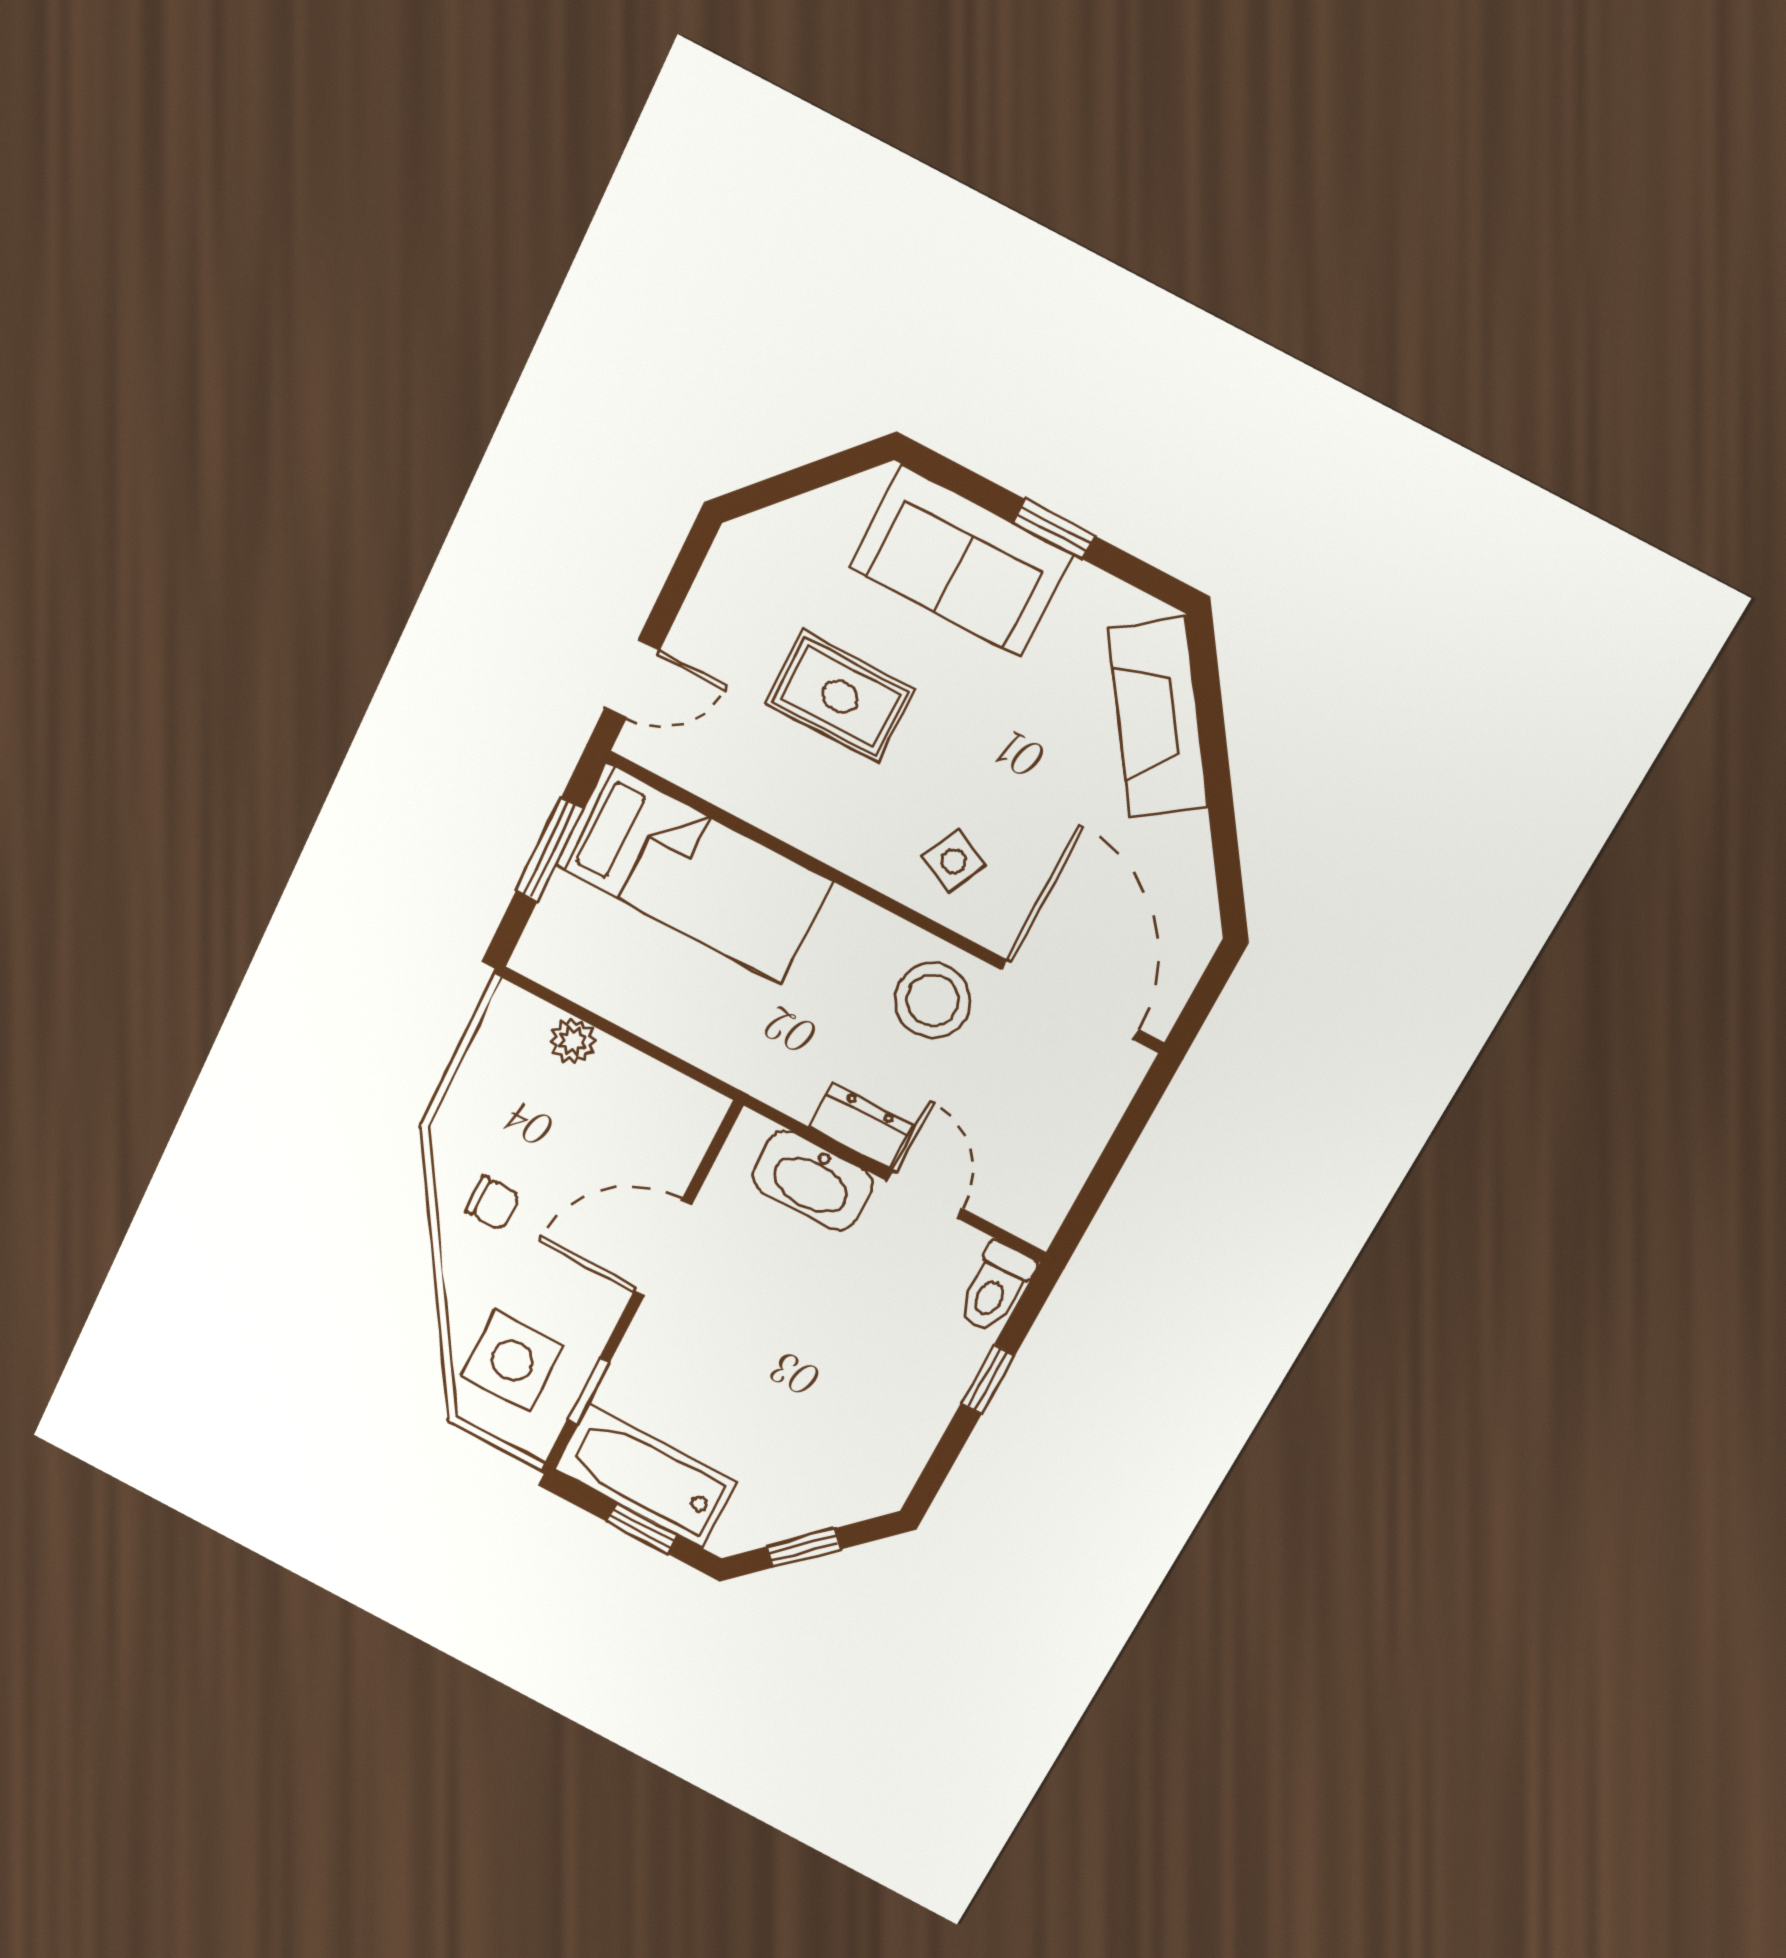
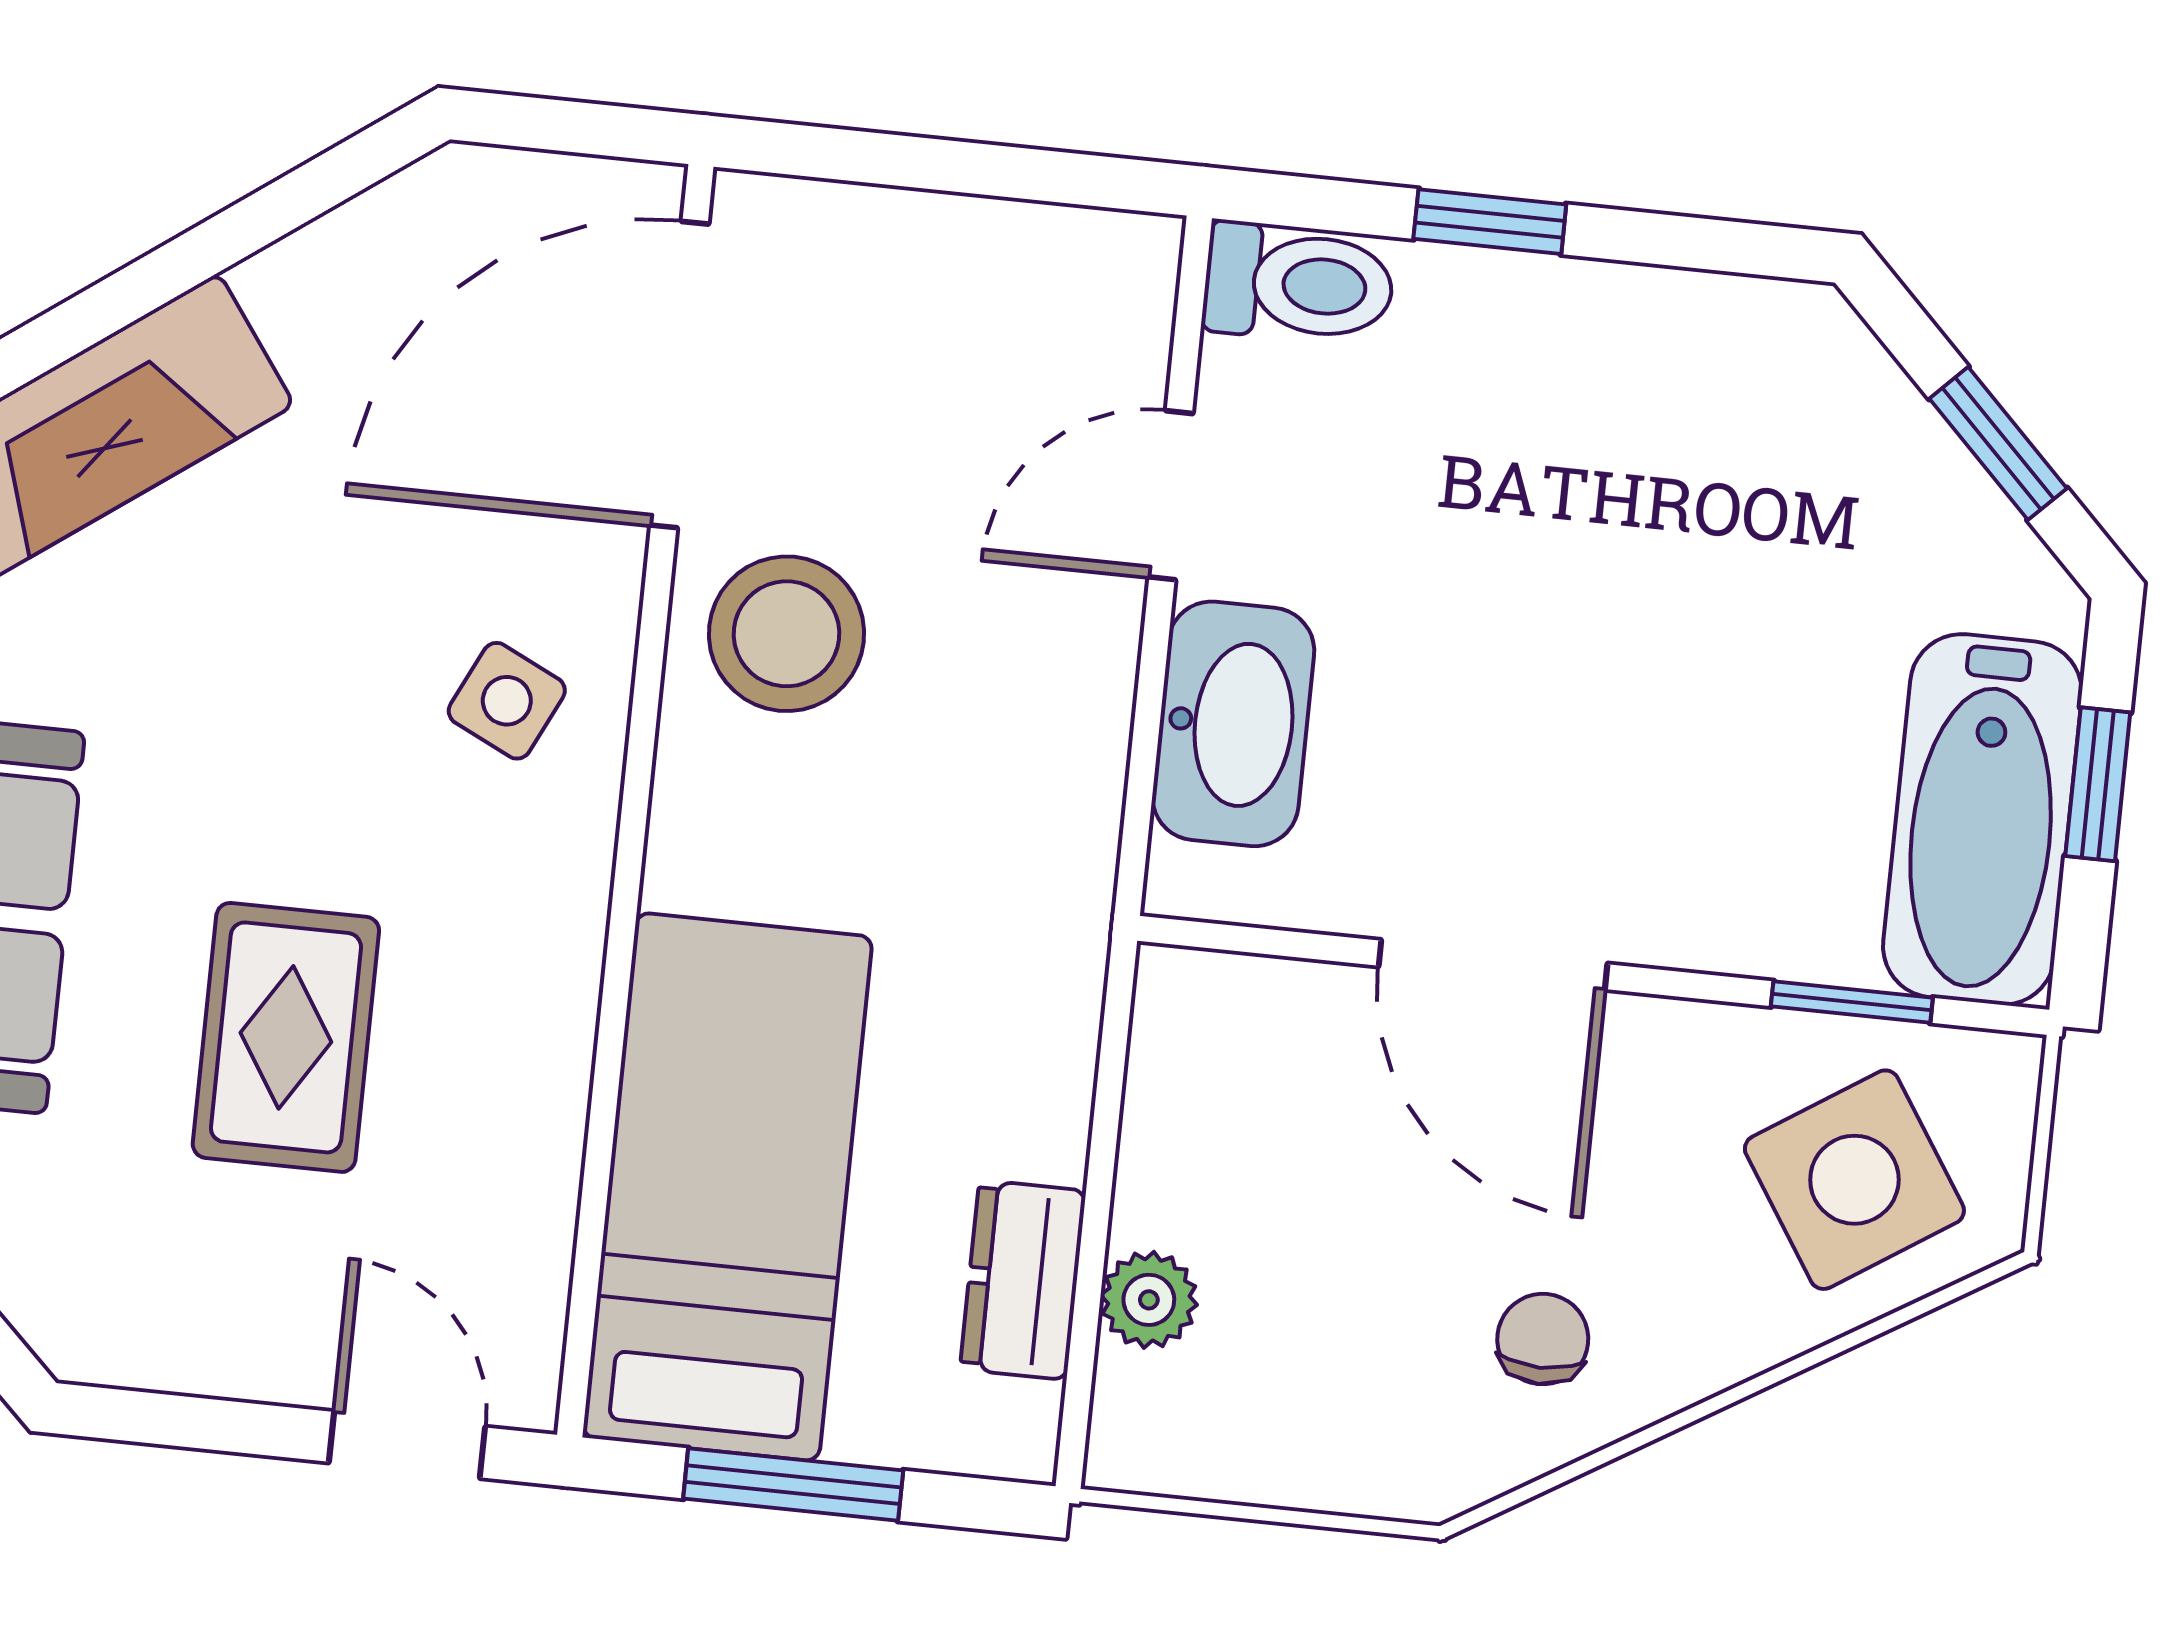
dresser: (861, 1126) -> (1023, 1280), moved
side table: (512, 1361) -> (1854, 1180), turned -33

